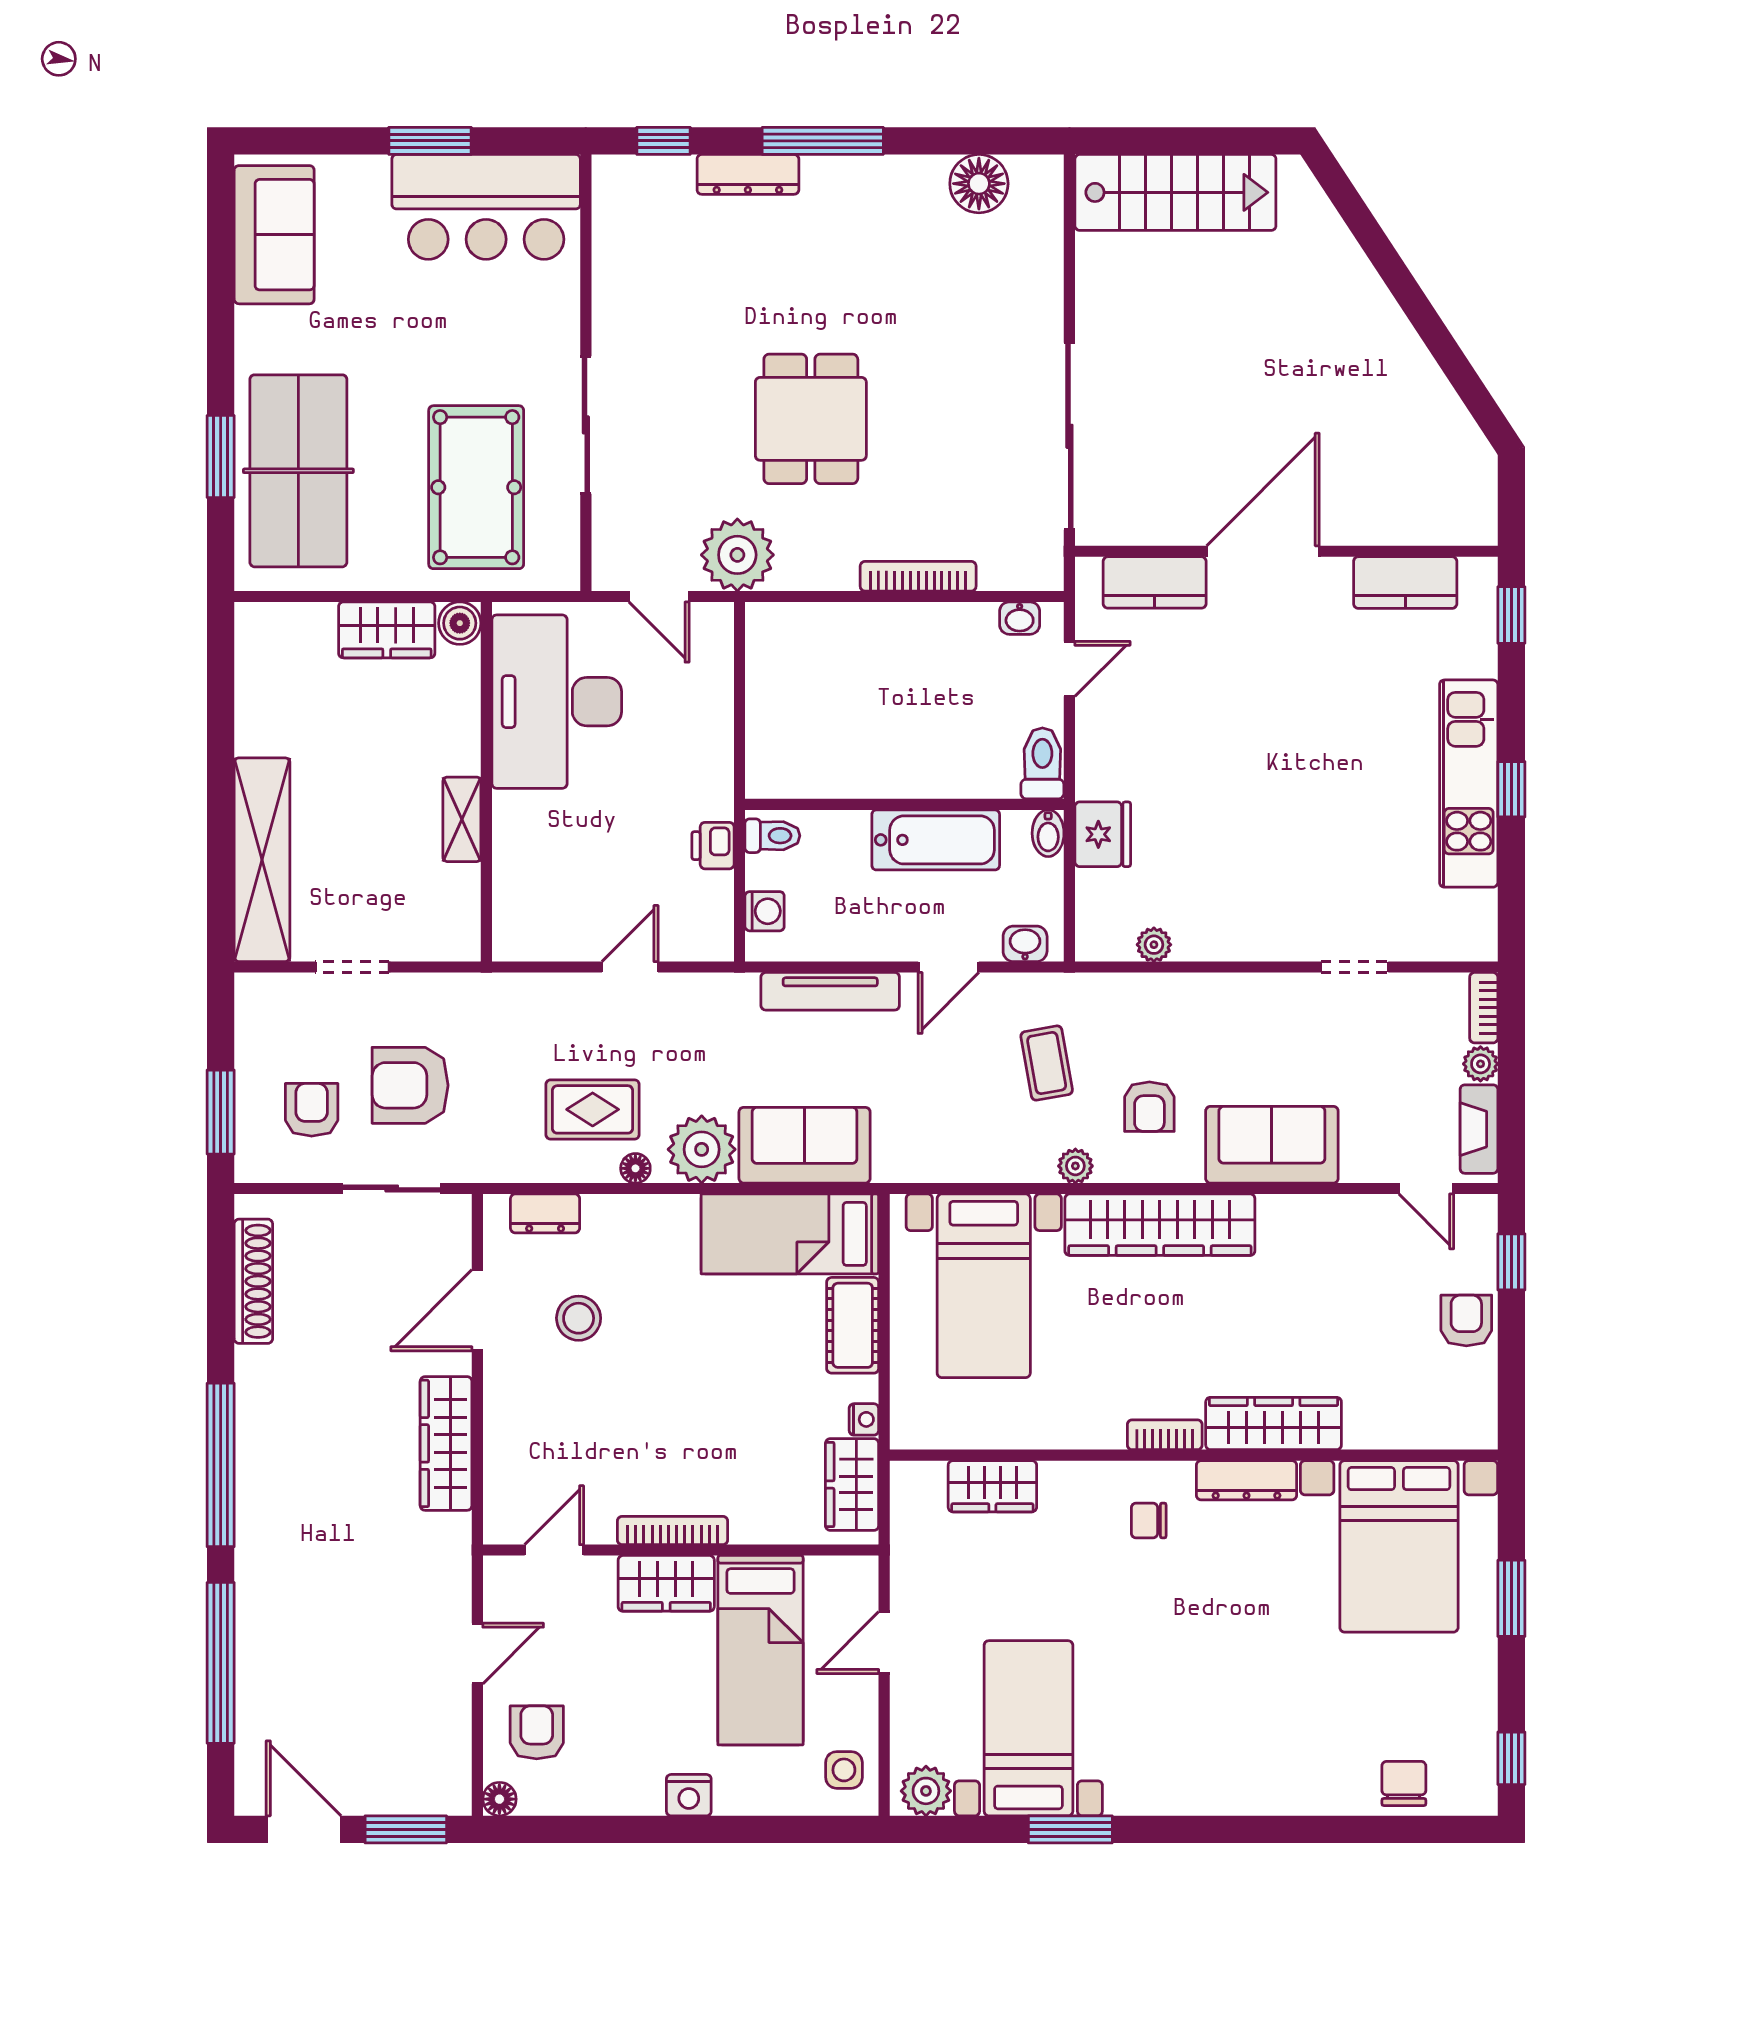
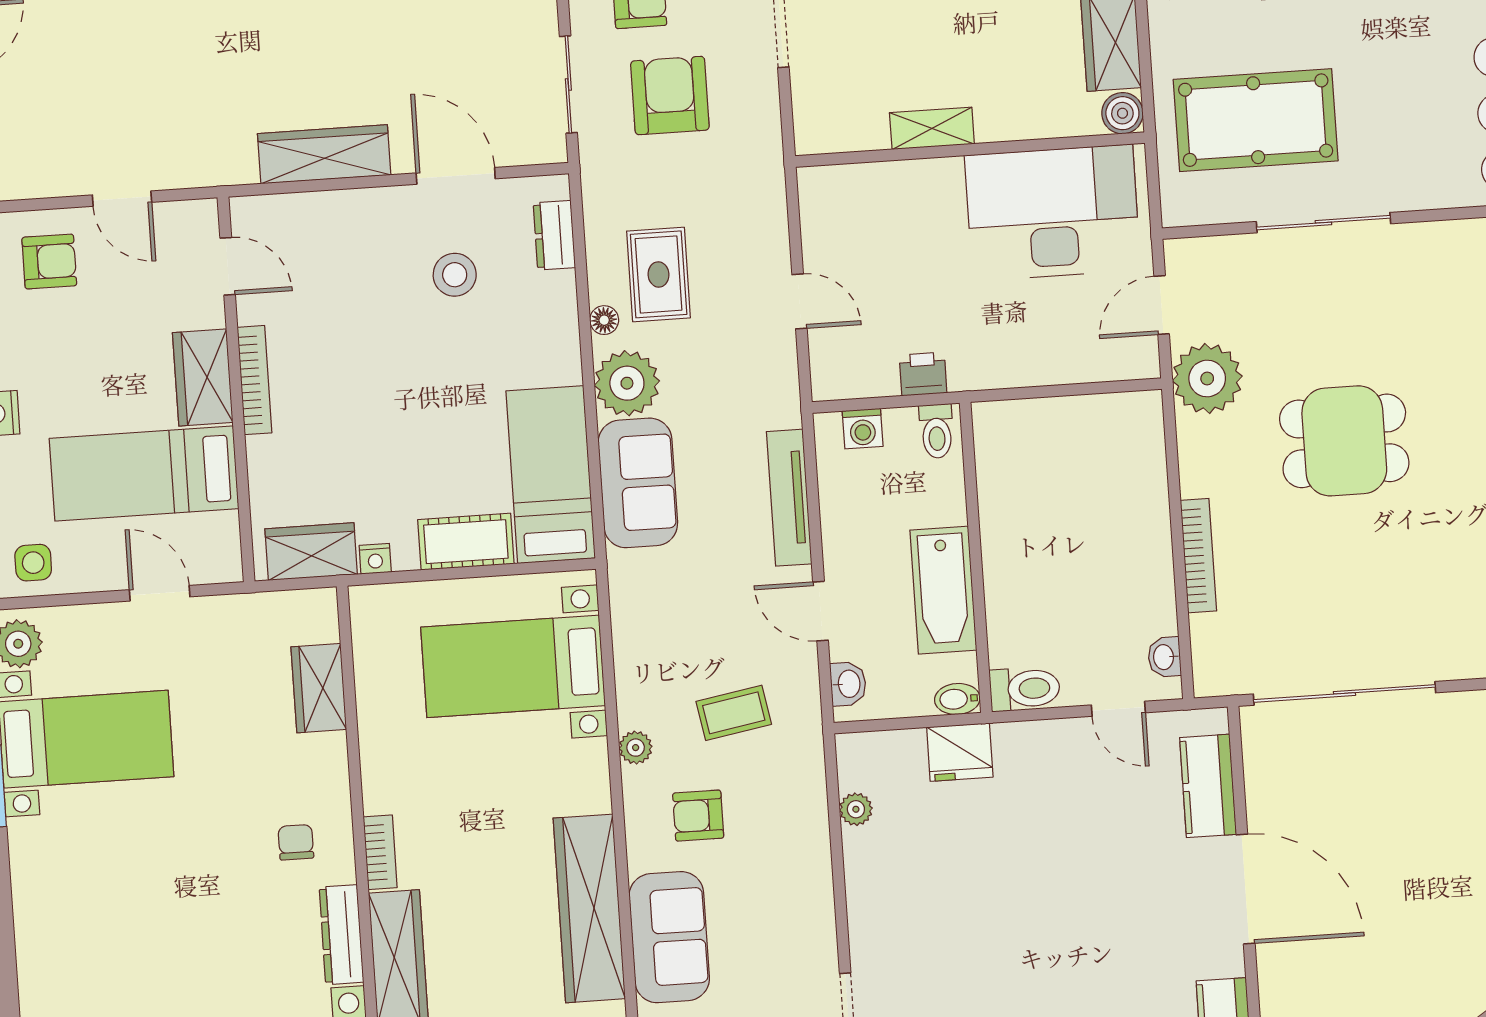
wardrobe: (1160, 1225) -> (589, 908), moved

